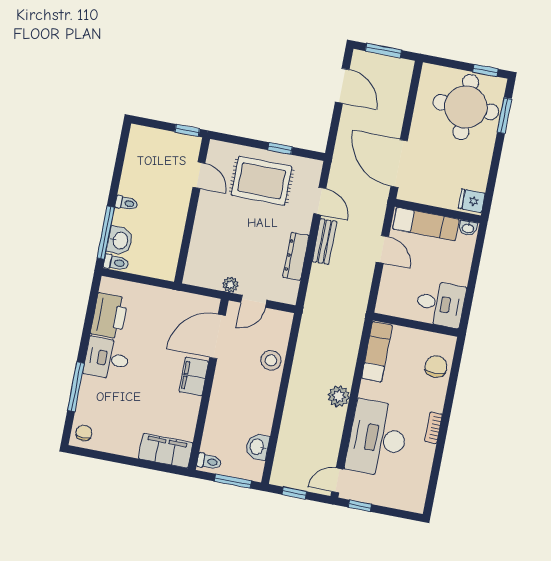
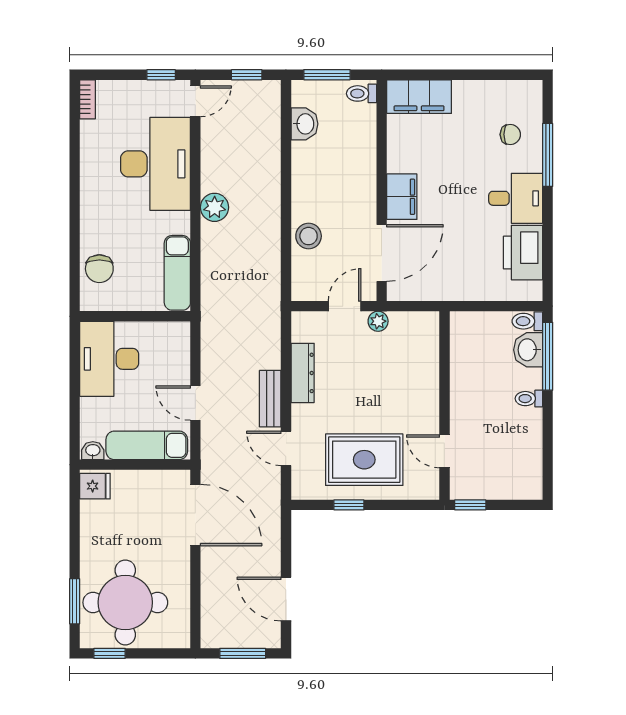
desk: (440, 304) -> (109, 359), width x1.37
bookcase: (433, 428) -> (88, 99), moved
chair: (84, 433) -> (510, 134), moved, turned -90

